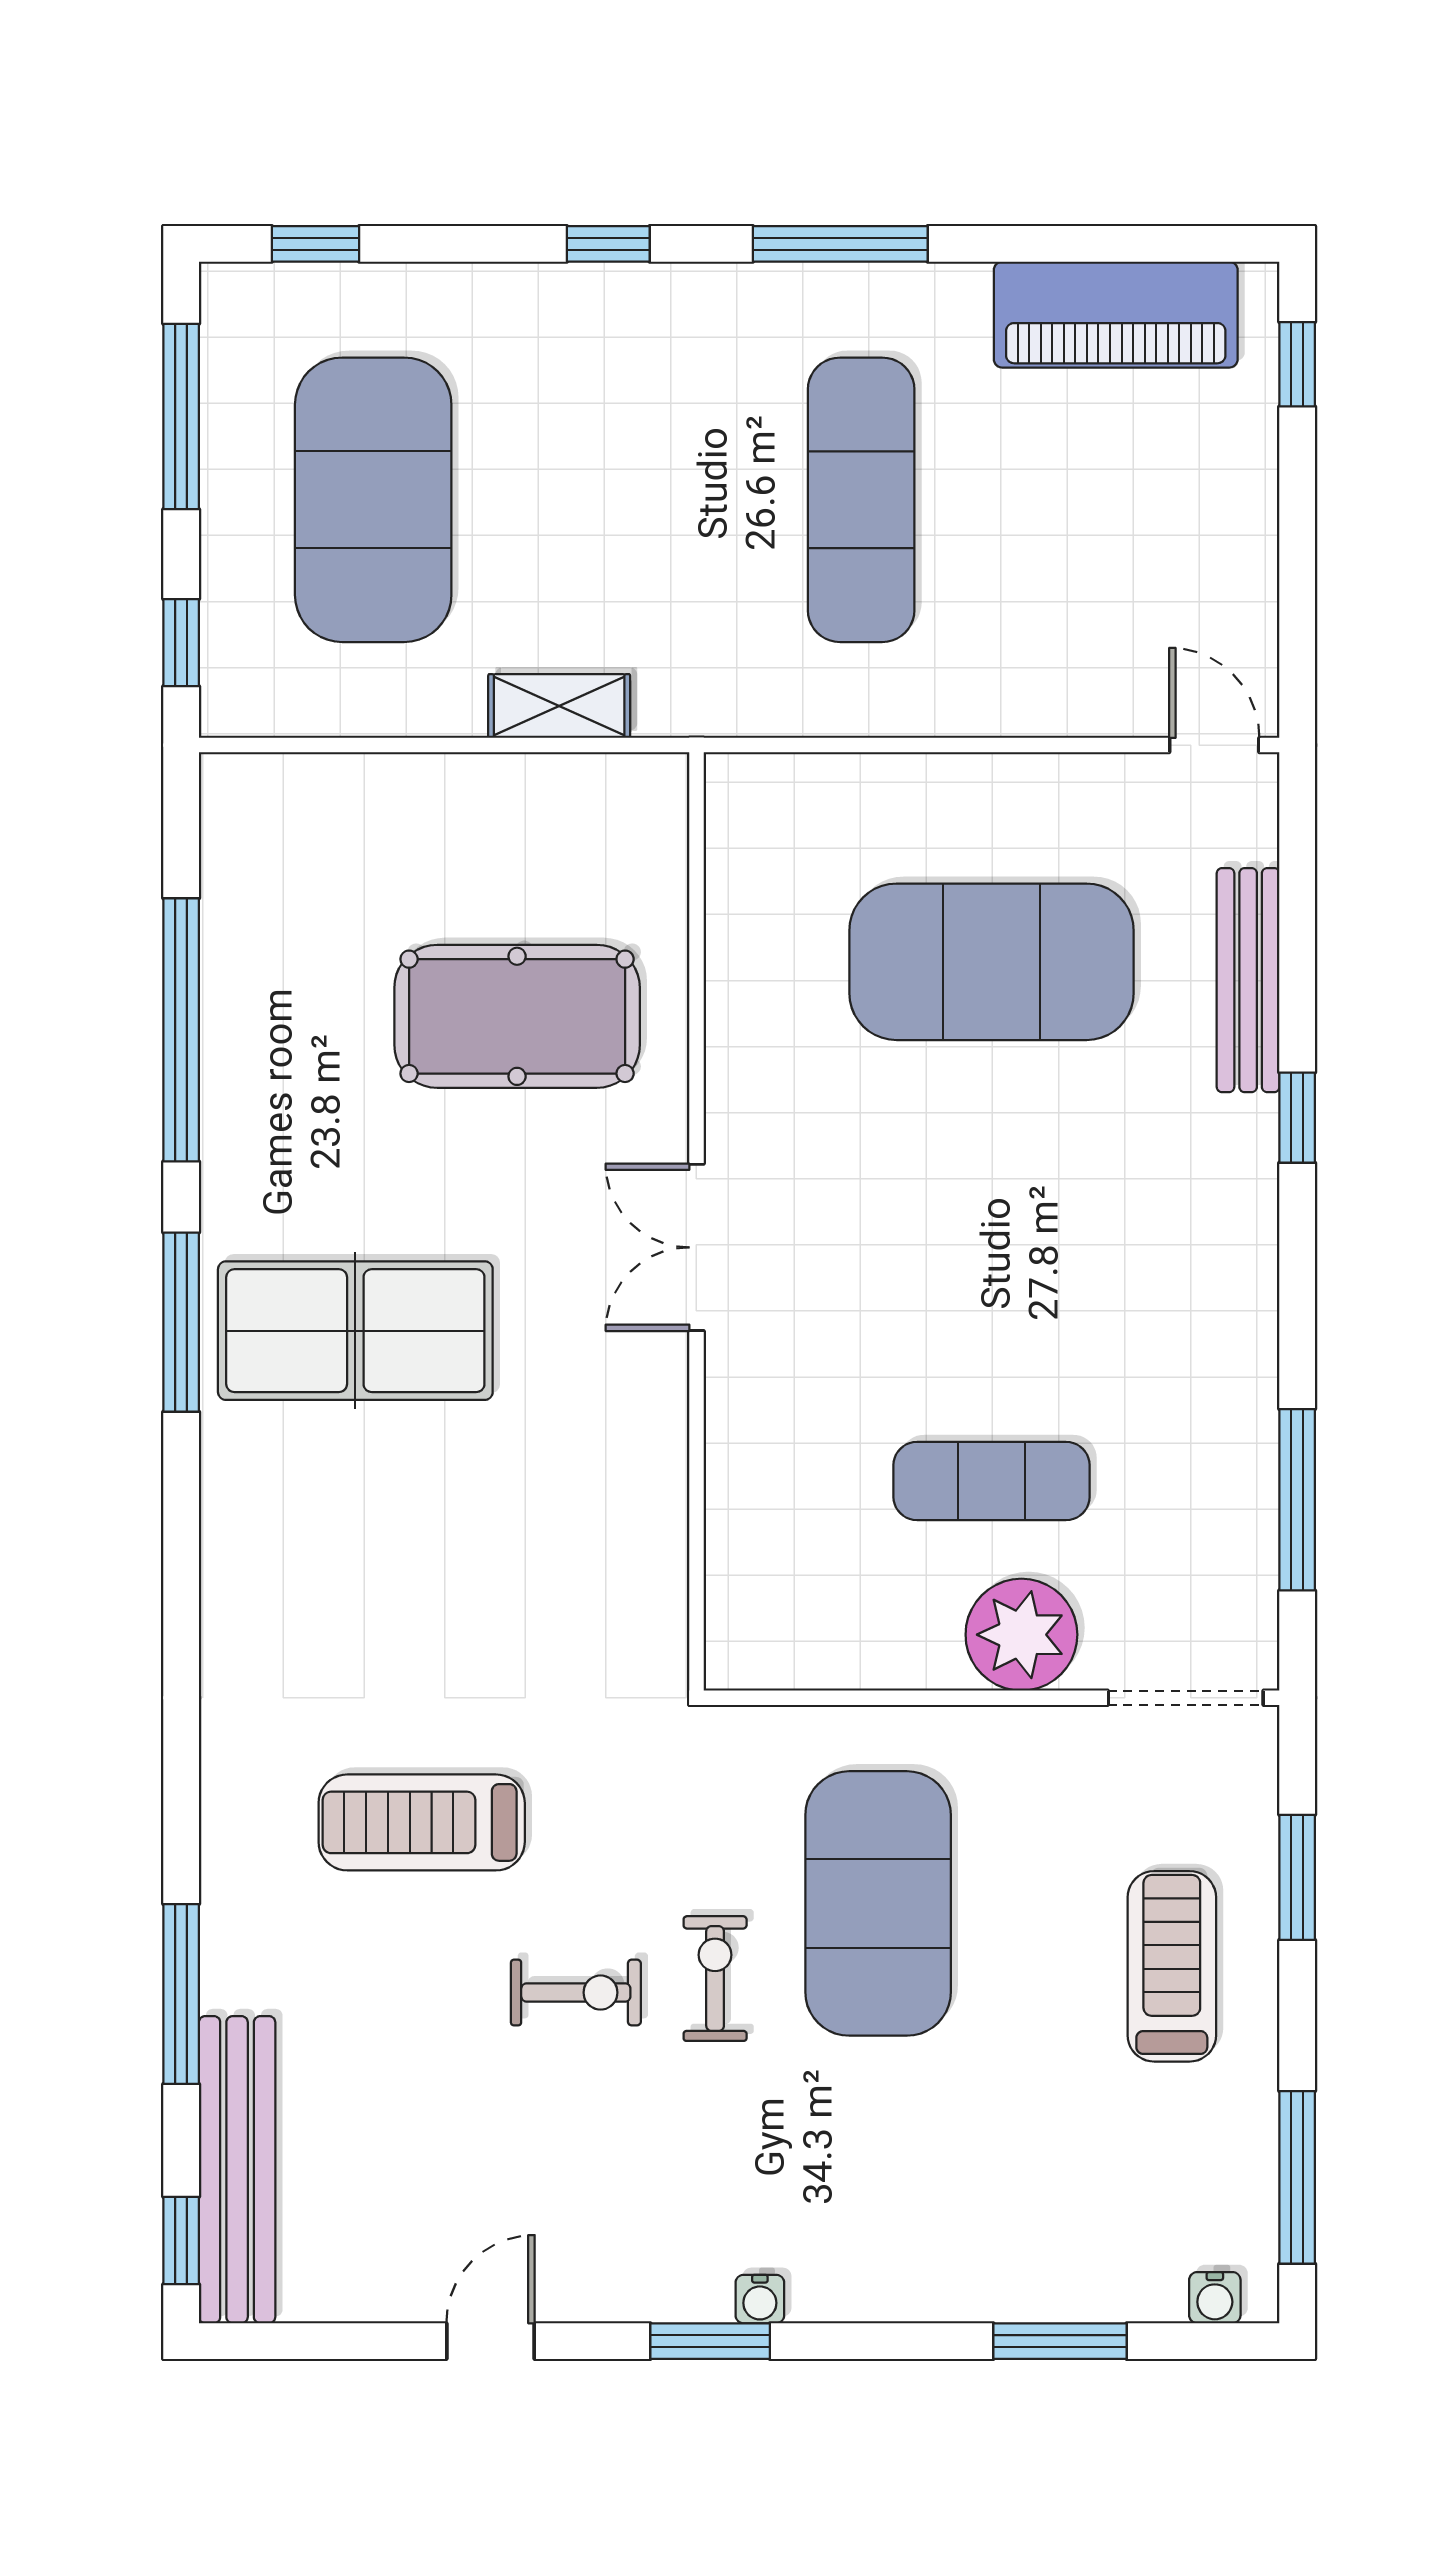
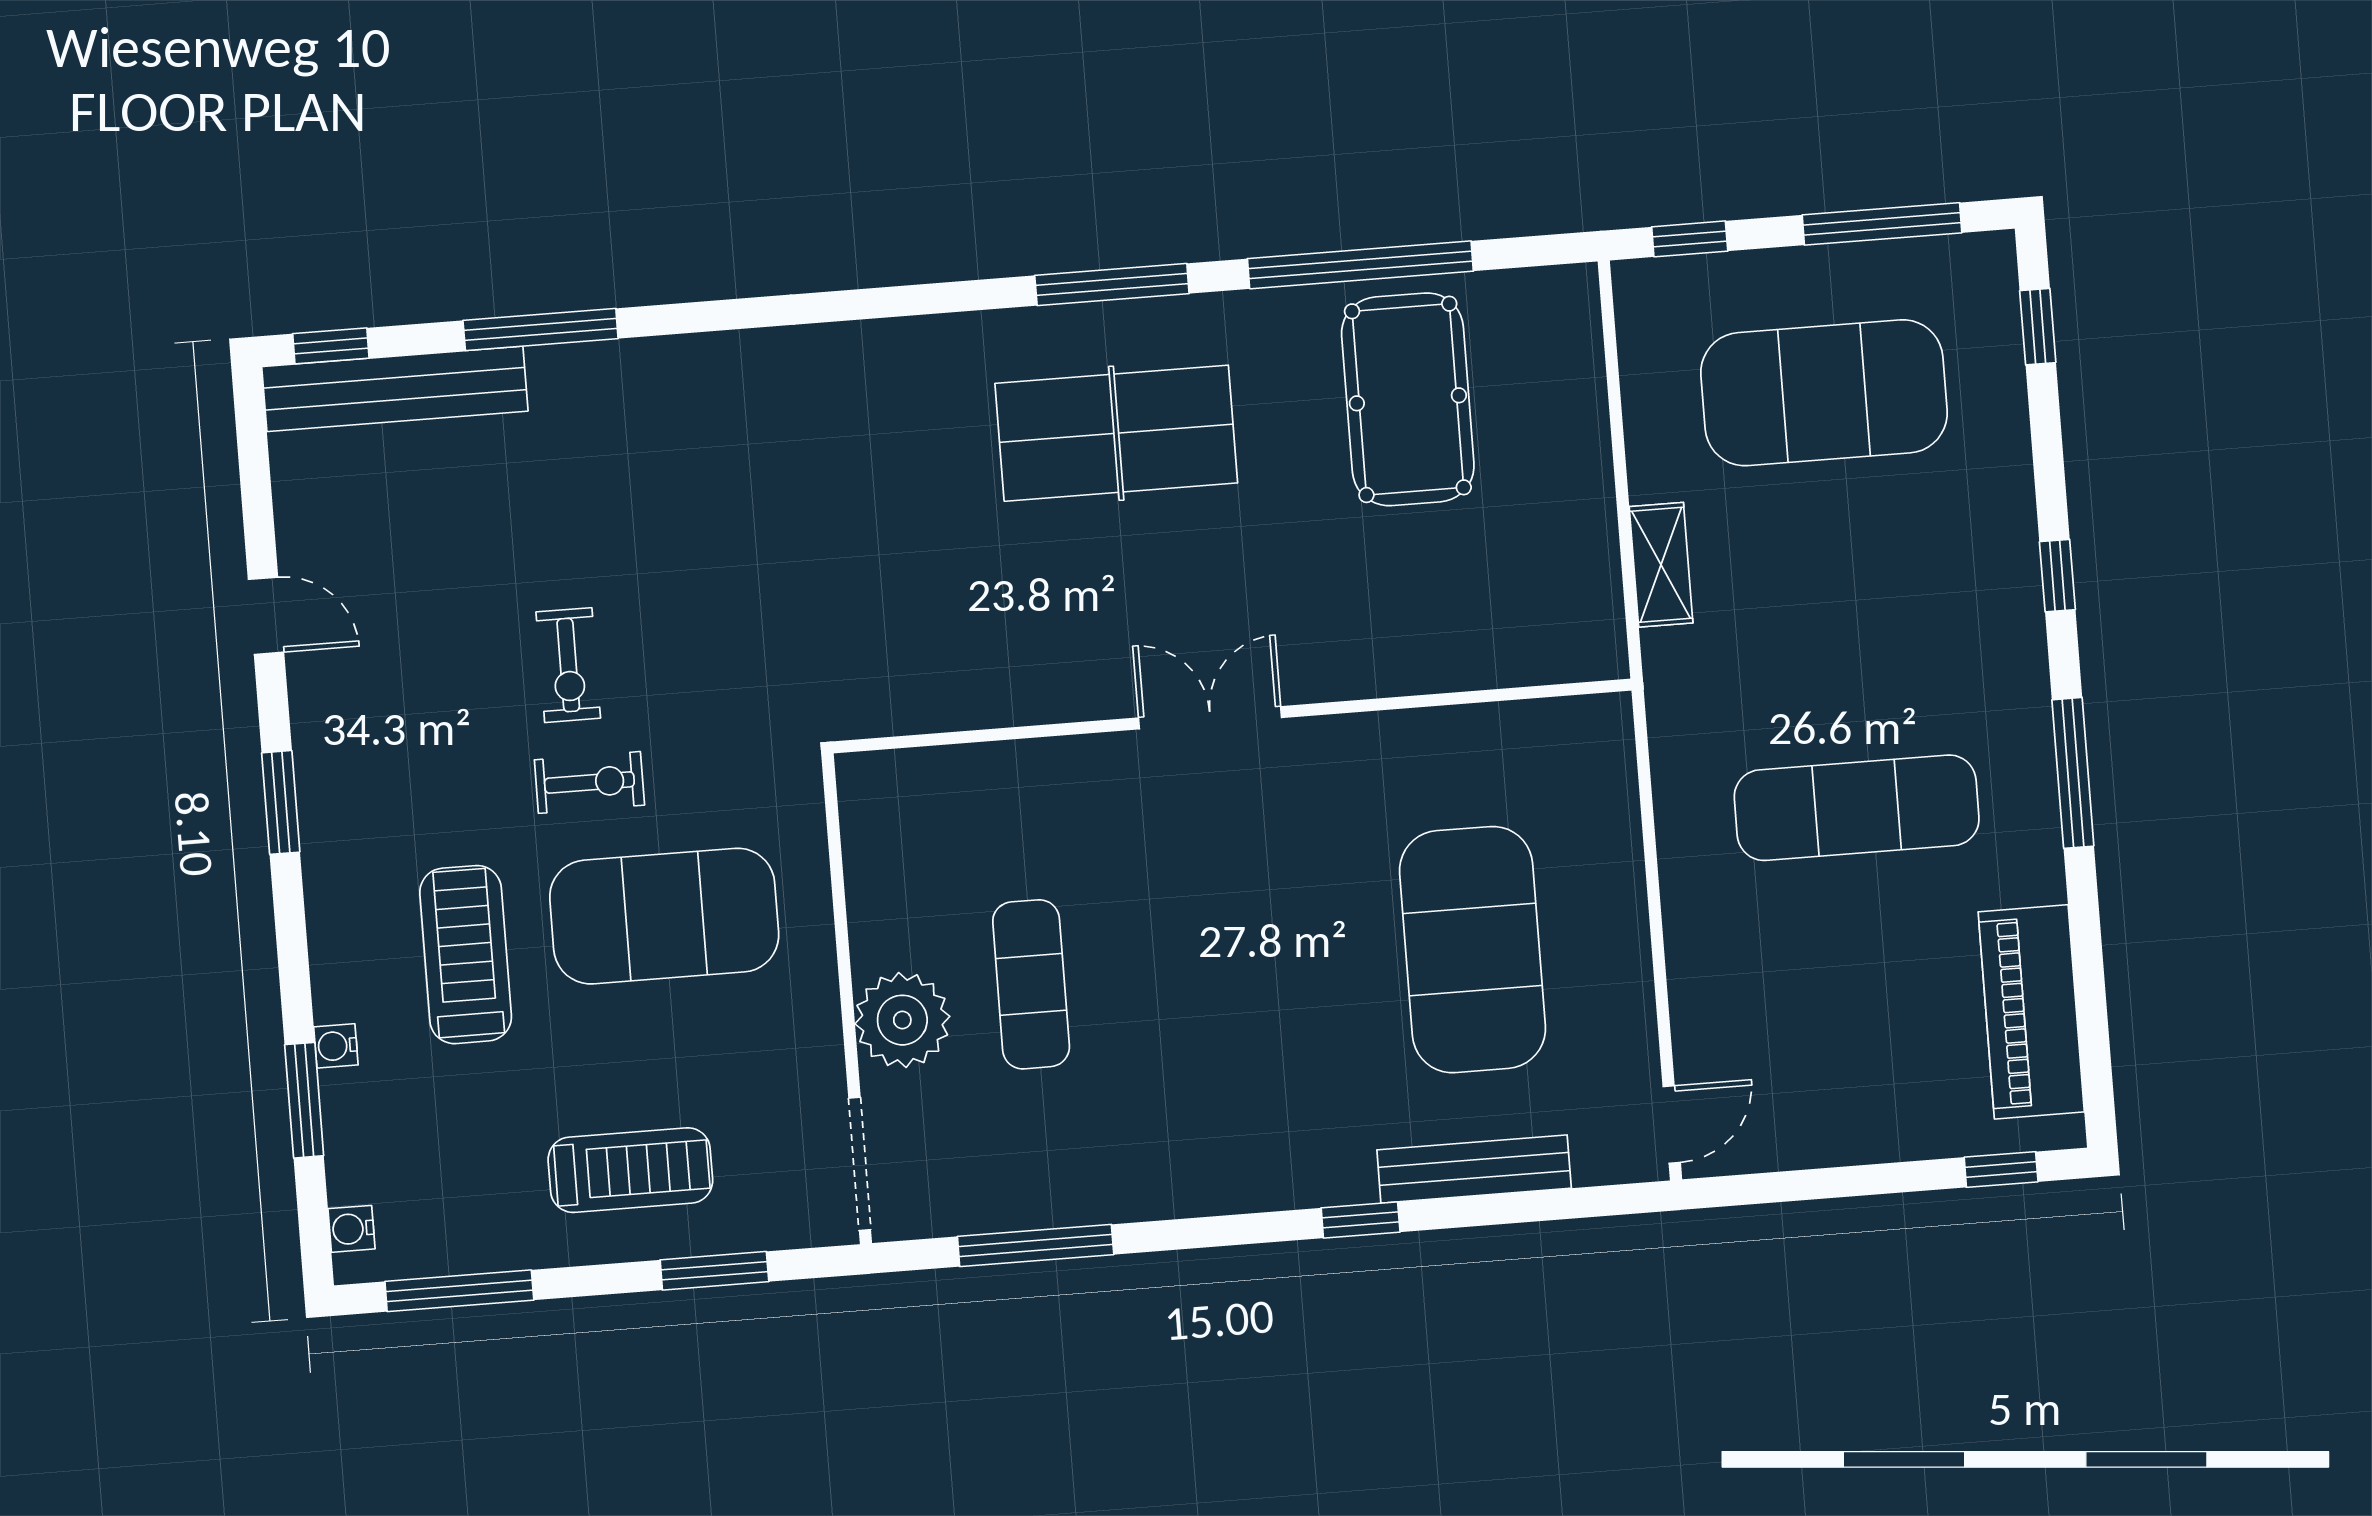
pool table: (517, 1016) -> (1408, 399), moved
table tennis table: (355, 1331) -> (1116, 433), turned 90
treadmill: (422, 1822) -> (466, 955), moved
water cooler: (760, 2299) -> (336, 1046), moved

